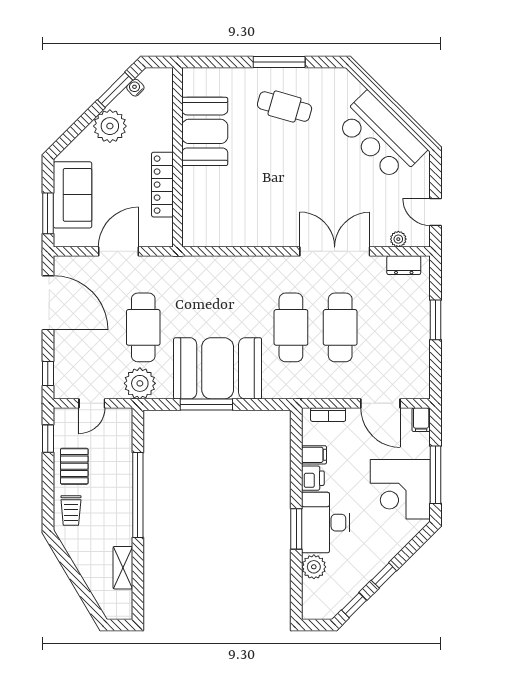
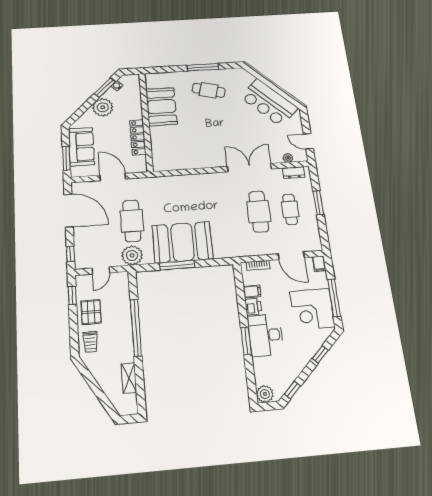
door: (118, 251) -> (113, 177), hinge flipped
cafe table: (291, 327) -> (290, 209), moved, width x0.73, depth x0.74
plant: (314, 567) -> (265, 394), moved
window: (384, 575) -> (320, 354), moved

